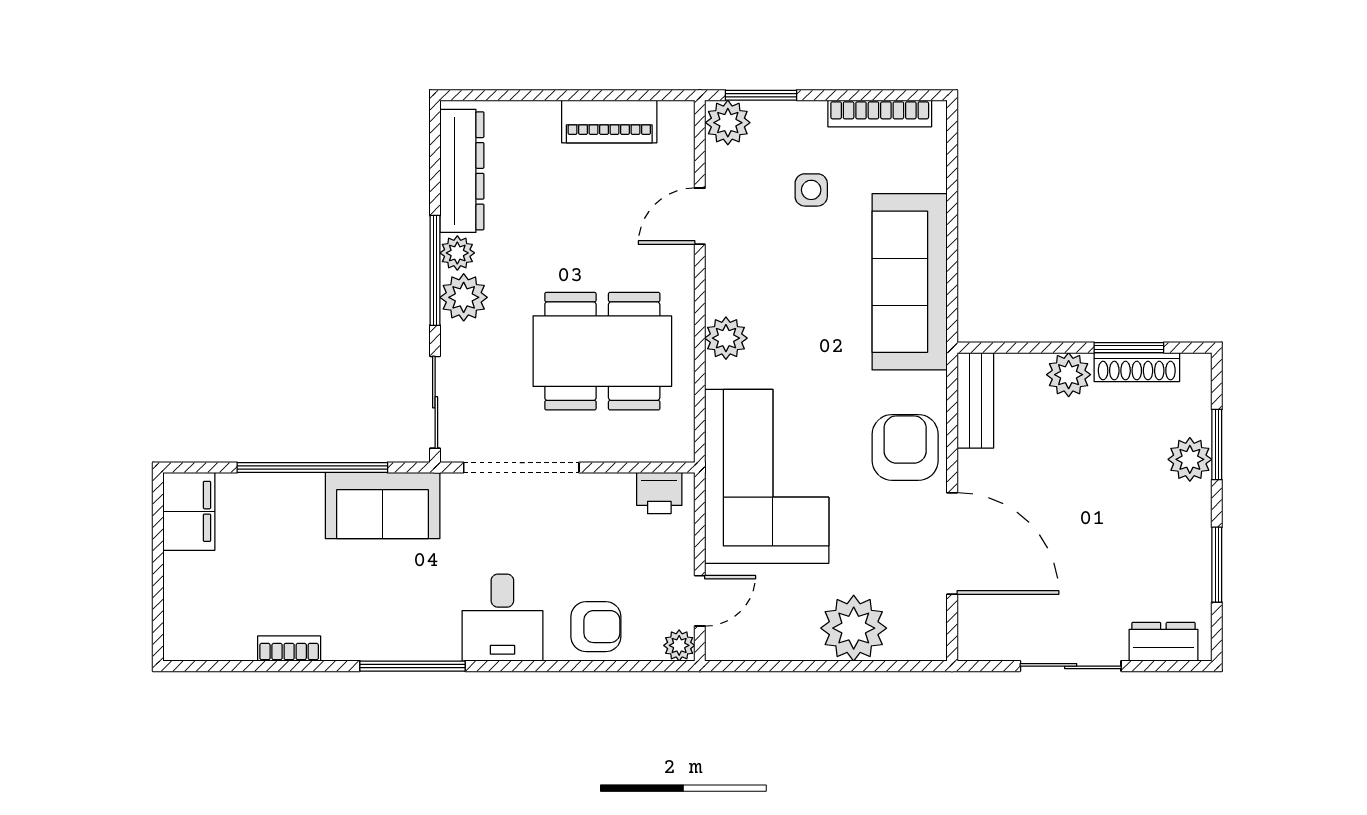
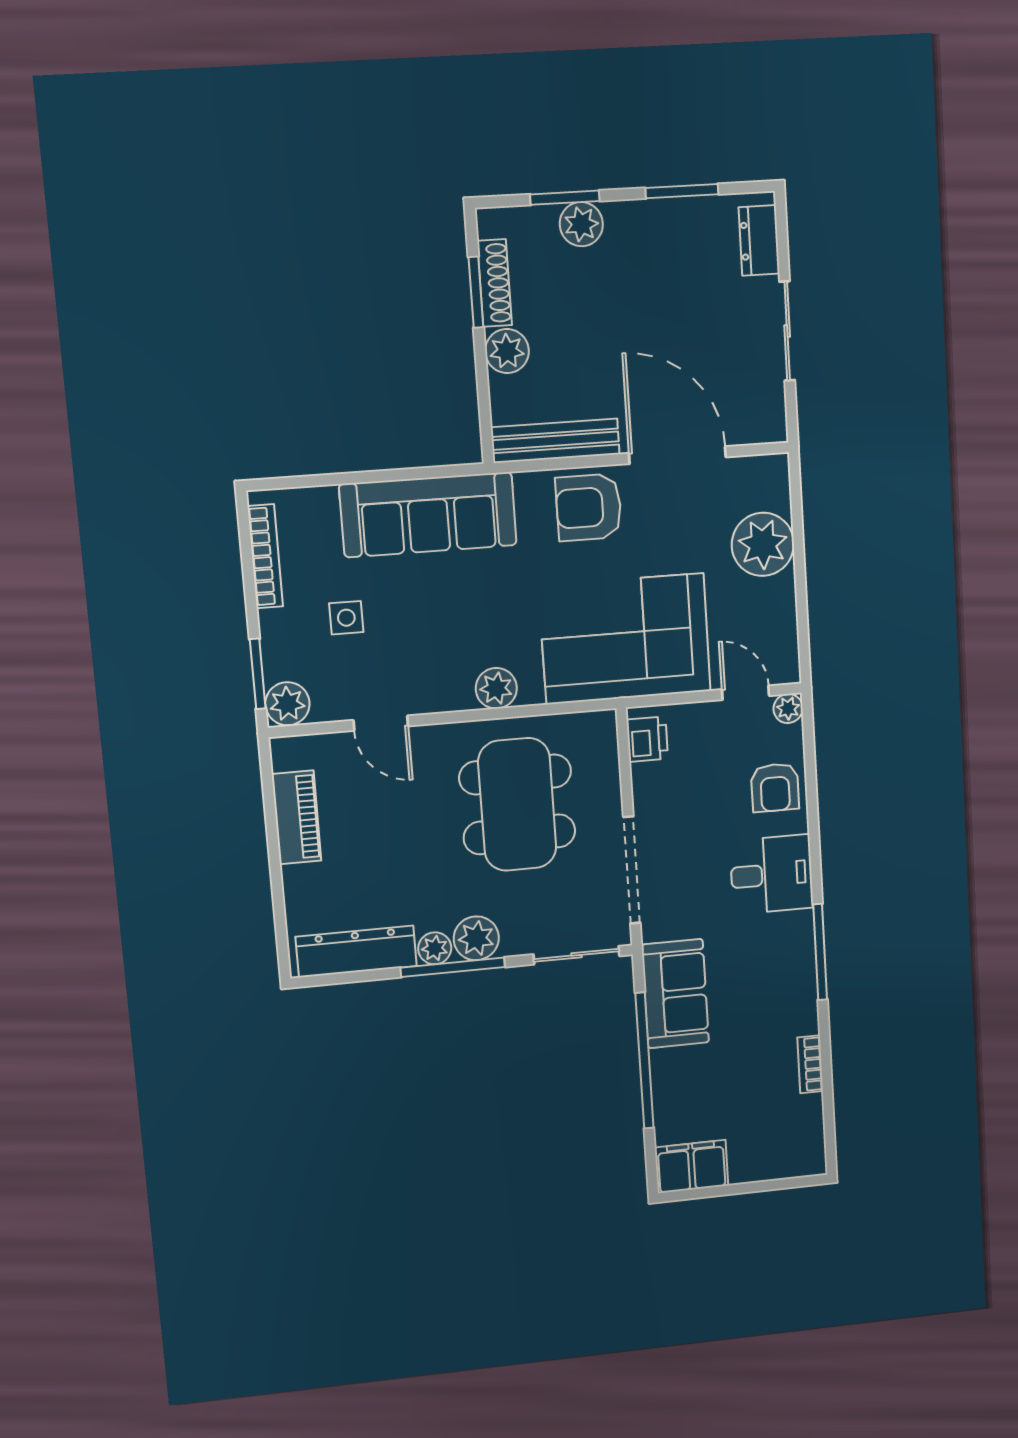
bench: (975, 400) -> (555, 441), width x1.36
door: (952, 543) -> (677, 455), hinge flipped
armchair: (596, 627) -> (775, 788), turned 180

